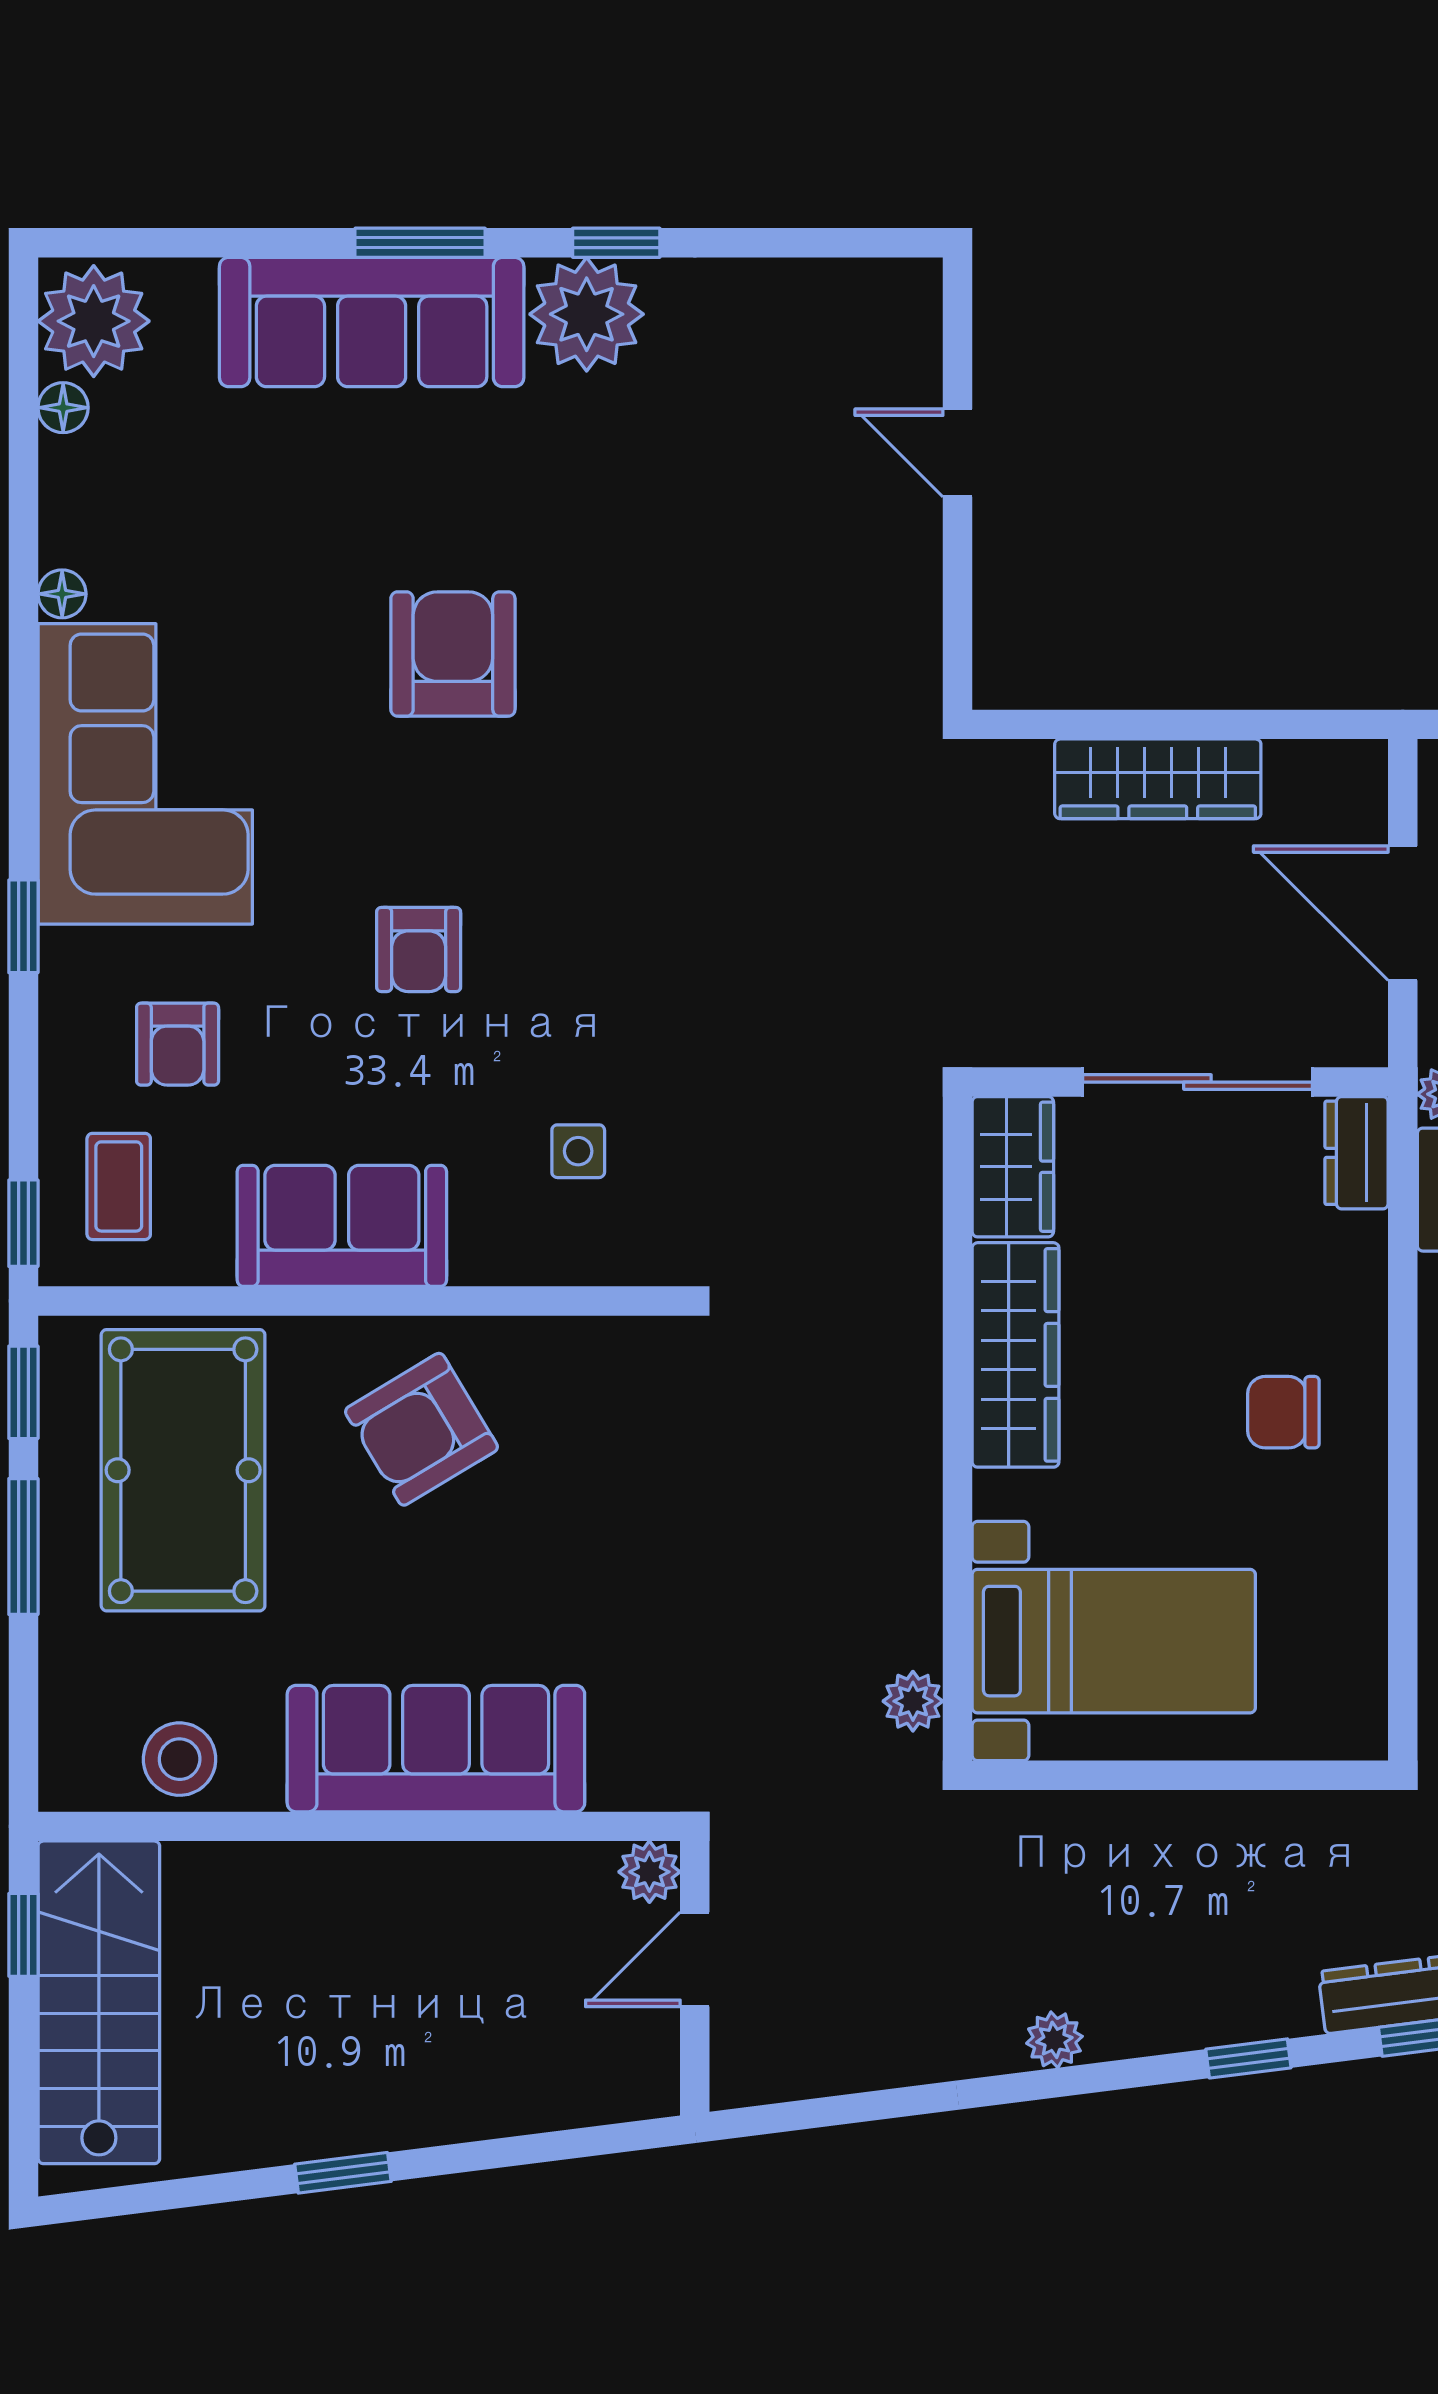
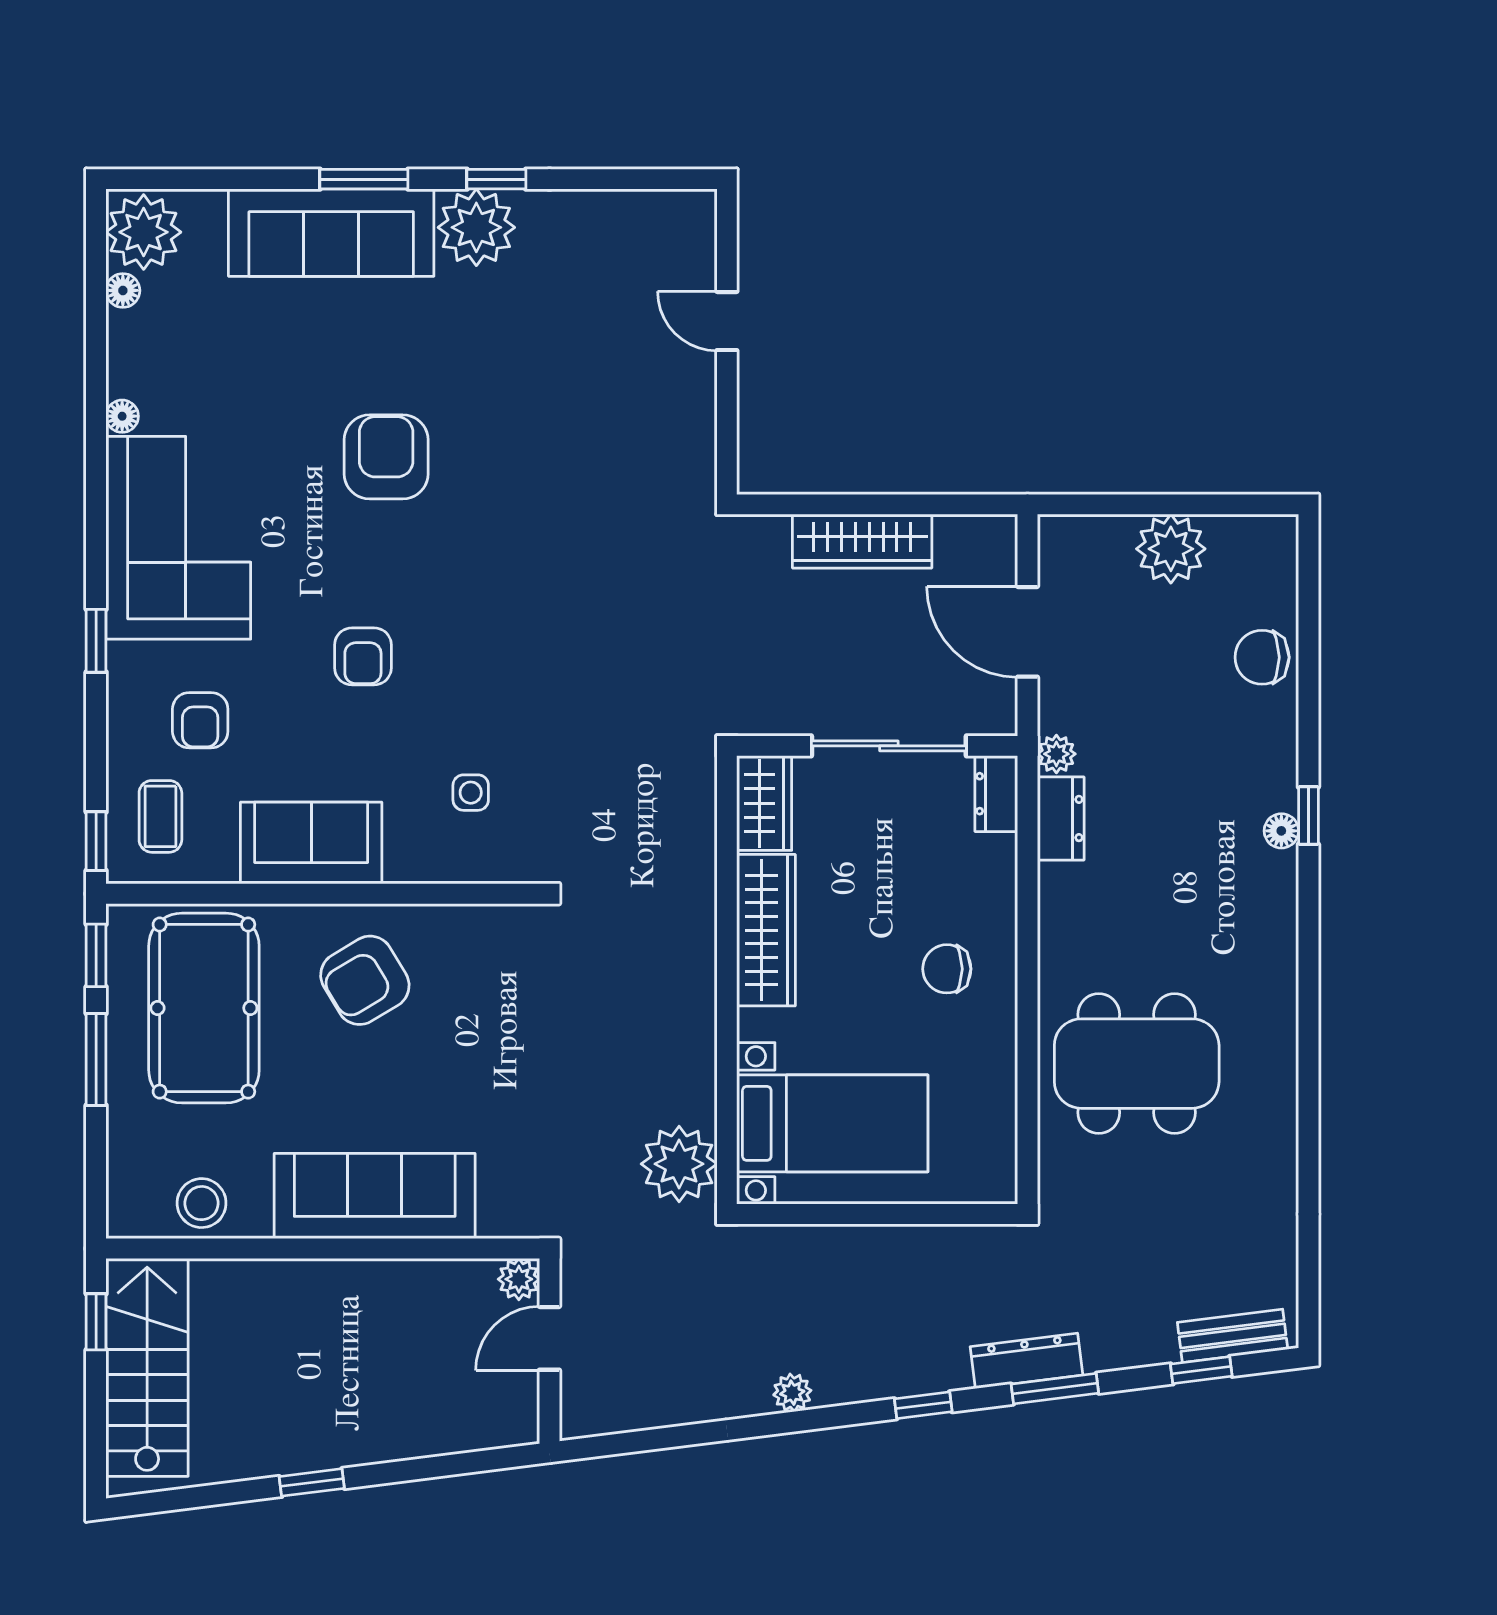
plant: (913, 1701) -> (679, 1164), width x1.88, depth x1.88

